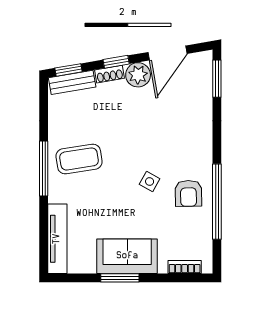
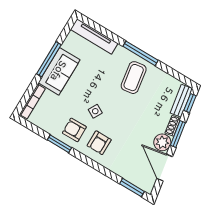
window: (116, 62) -> (178, 134), width x1.50
armchair: (186, 153) -> (99, 143), added
window: (217, 202) -> (59, 144), width x0.47
bookcase: (185, 267) -> (32, 101), width x1.56
window: (120, 278) -> (49, 59), width x1.44

